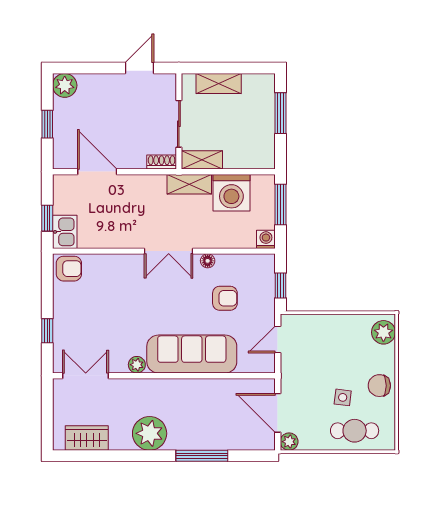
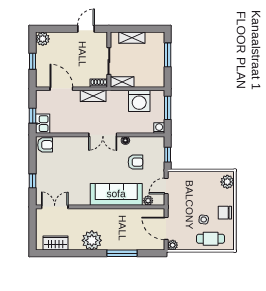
shelving: (189, 184) -> (93, 96), moved
plant: (137, 365) -> (148, 201), moved

